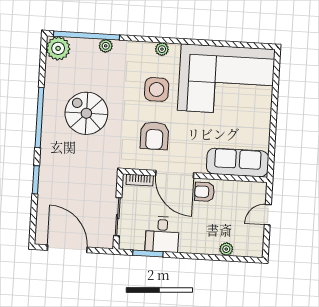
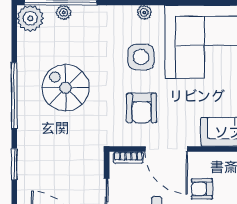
plant: (106, 46) -> (64, 13), moved
armchair: (204, 192) -> (202, 189), moved

